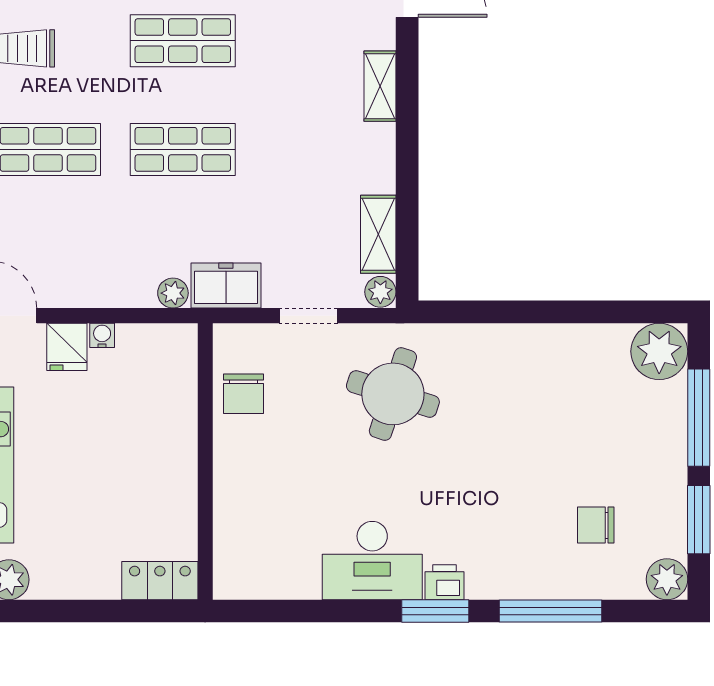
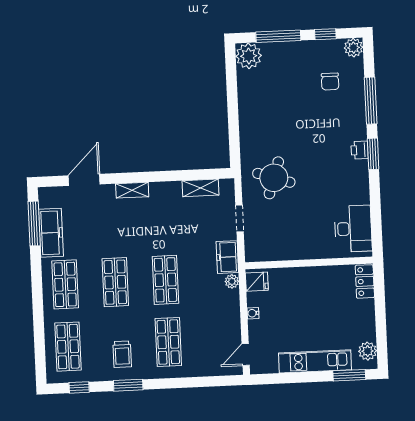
plant: (380, 292) -> (227, 186), removed
fridge: (67, 347) -> (257, 282), moved
chair: (243, 394) -> (277, 247), removed
window: (699, 520) -> (325, 34), width x0.67
desk: (372, 561) -> (353, 229), moved

